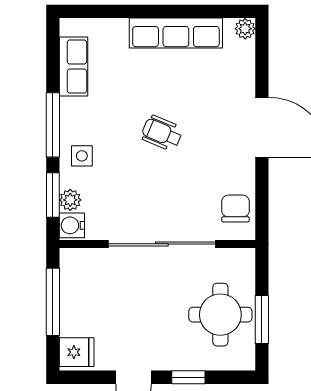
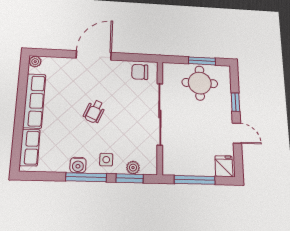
row of seats: (74, 67) -> (30, 148), moved, turned 90
water cooler: (72, 225) -> (78, 165), moved

